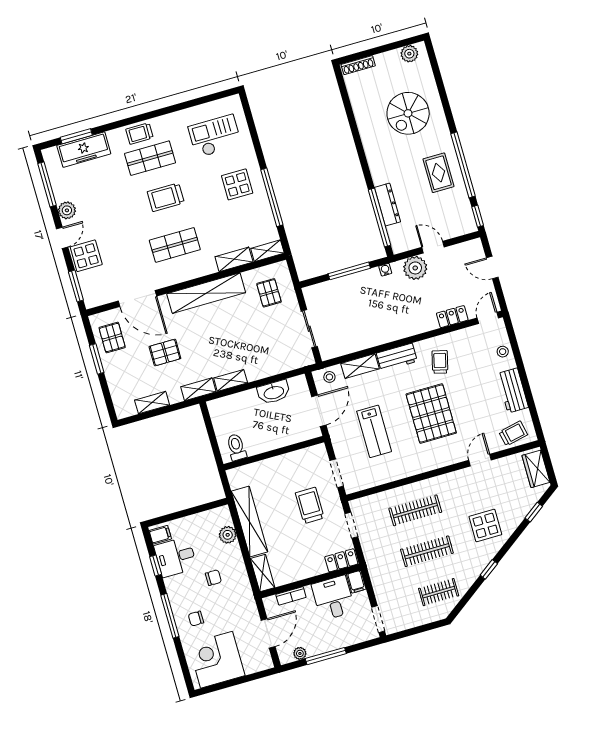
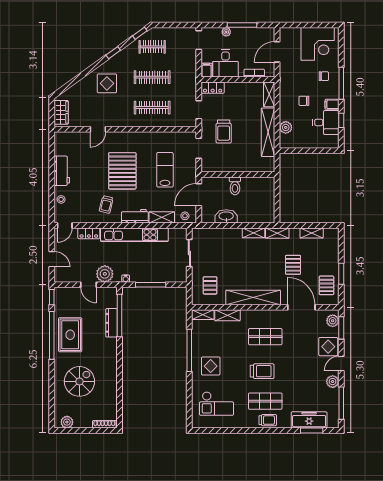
rug: (438, 173) -> (70, 335), width x1.36, depth x1.43
plant: (90, 292) -> (333, 321), added
kitchen unit: (390, 332) -> (134, 235), added
pallet: (165, 352) -> (293, 265), turned 90
trolley: (513, 433) -> (70, 141), removed
toilet: (236, 447) -> (235, 186), moved
window: (534, 512) -> (140, 33), moved
filing cabinet: (160, 535) -> (332, 104), moved
plant: (300, 653) -> (226, 32), moved

